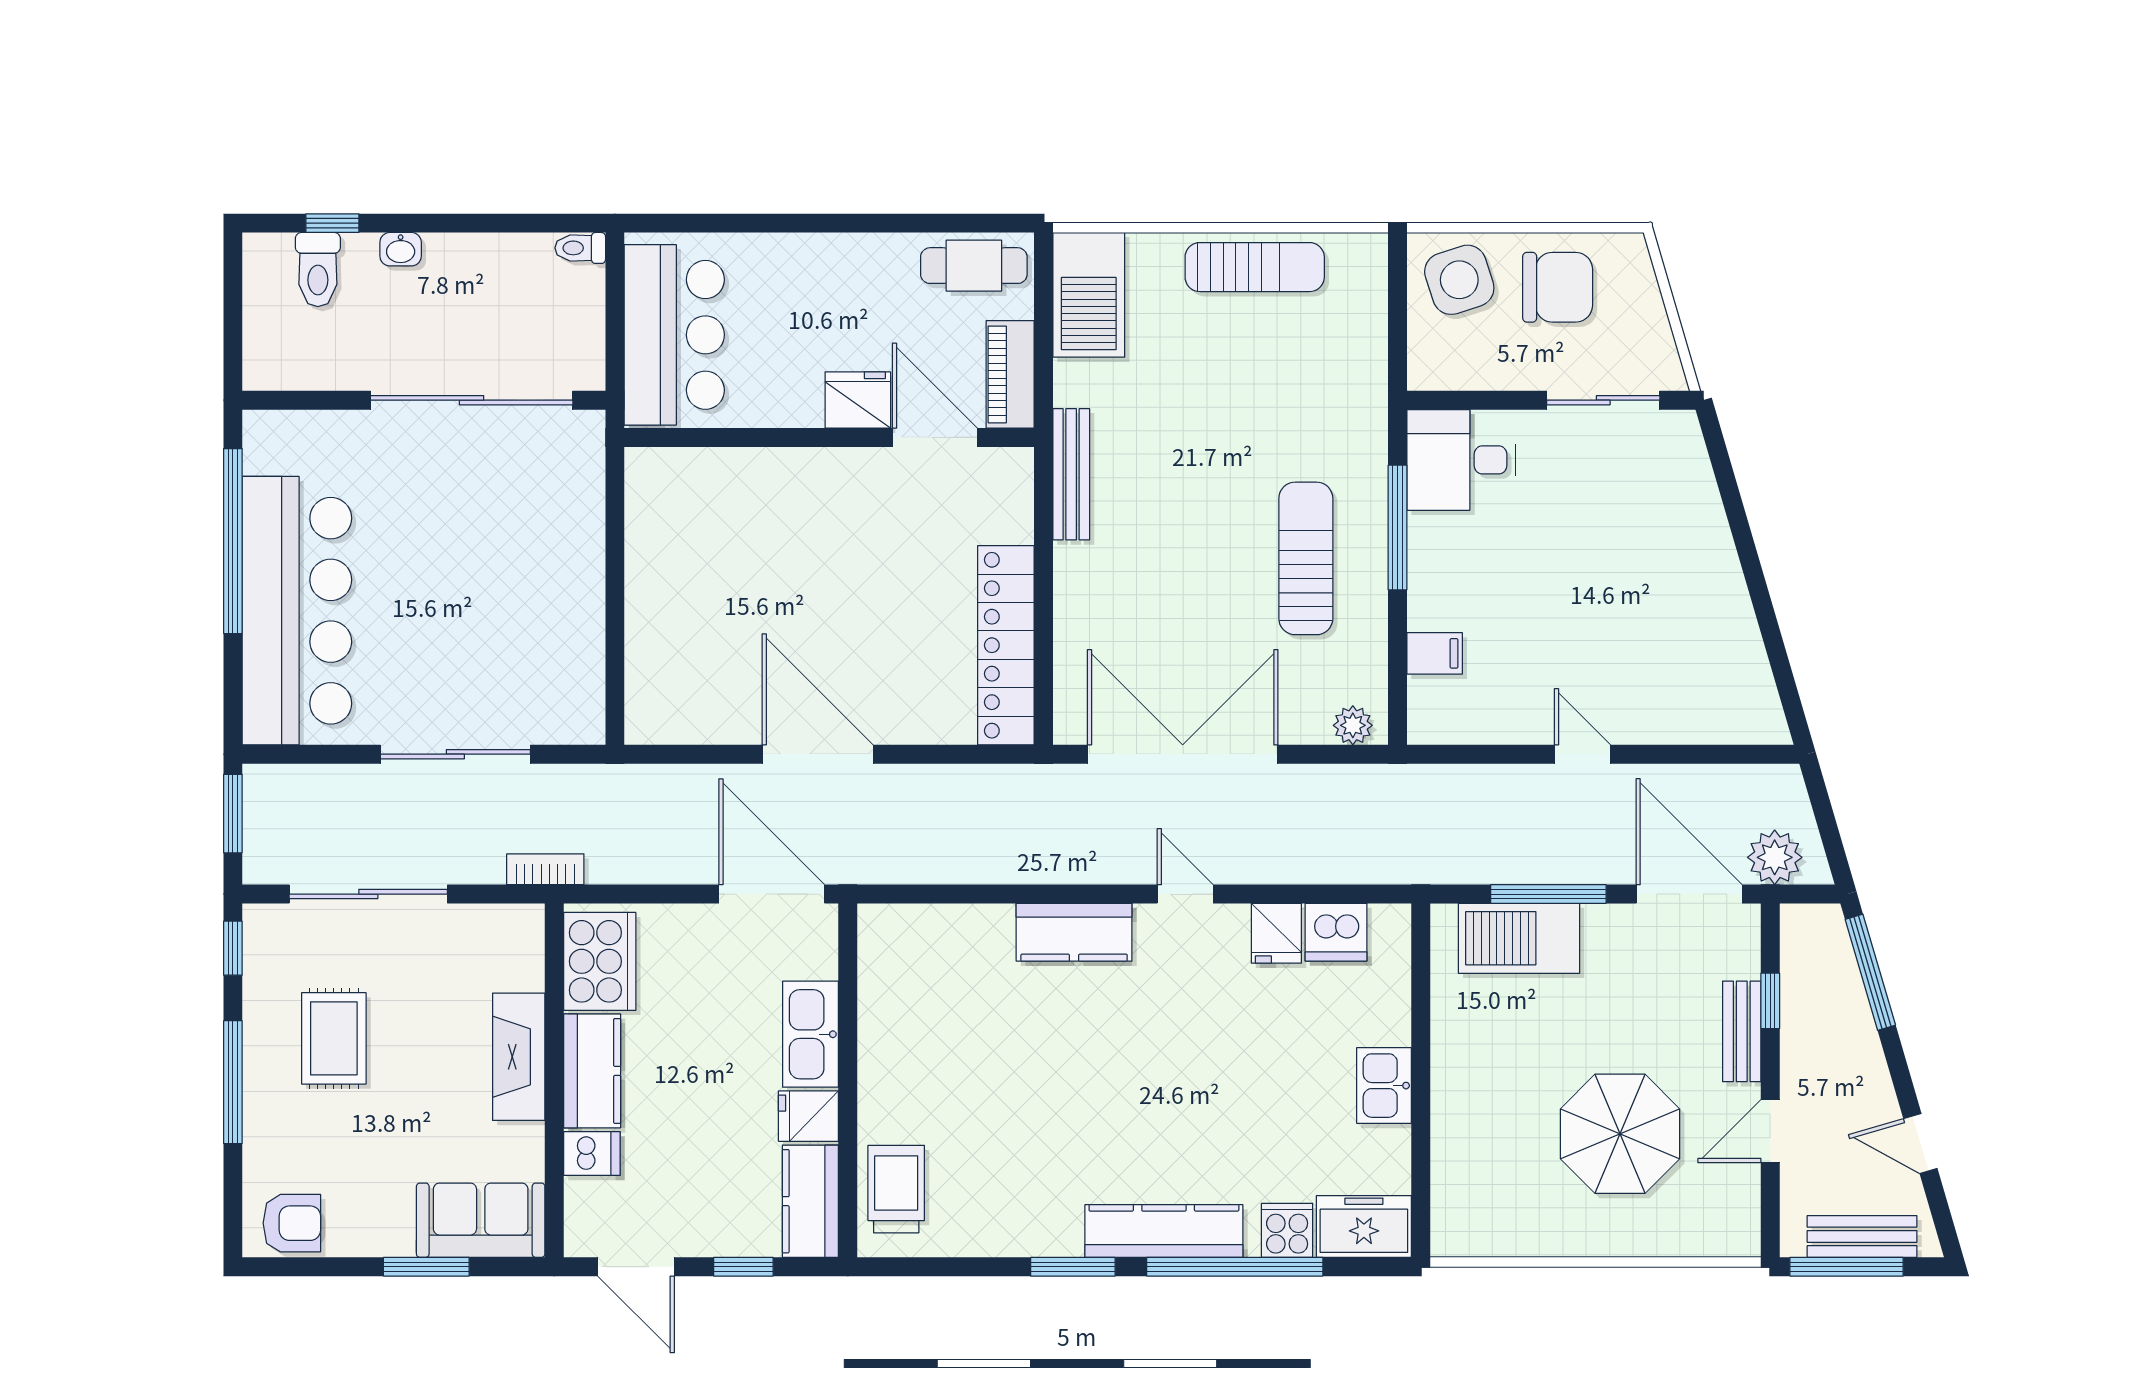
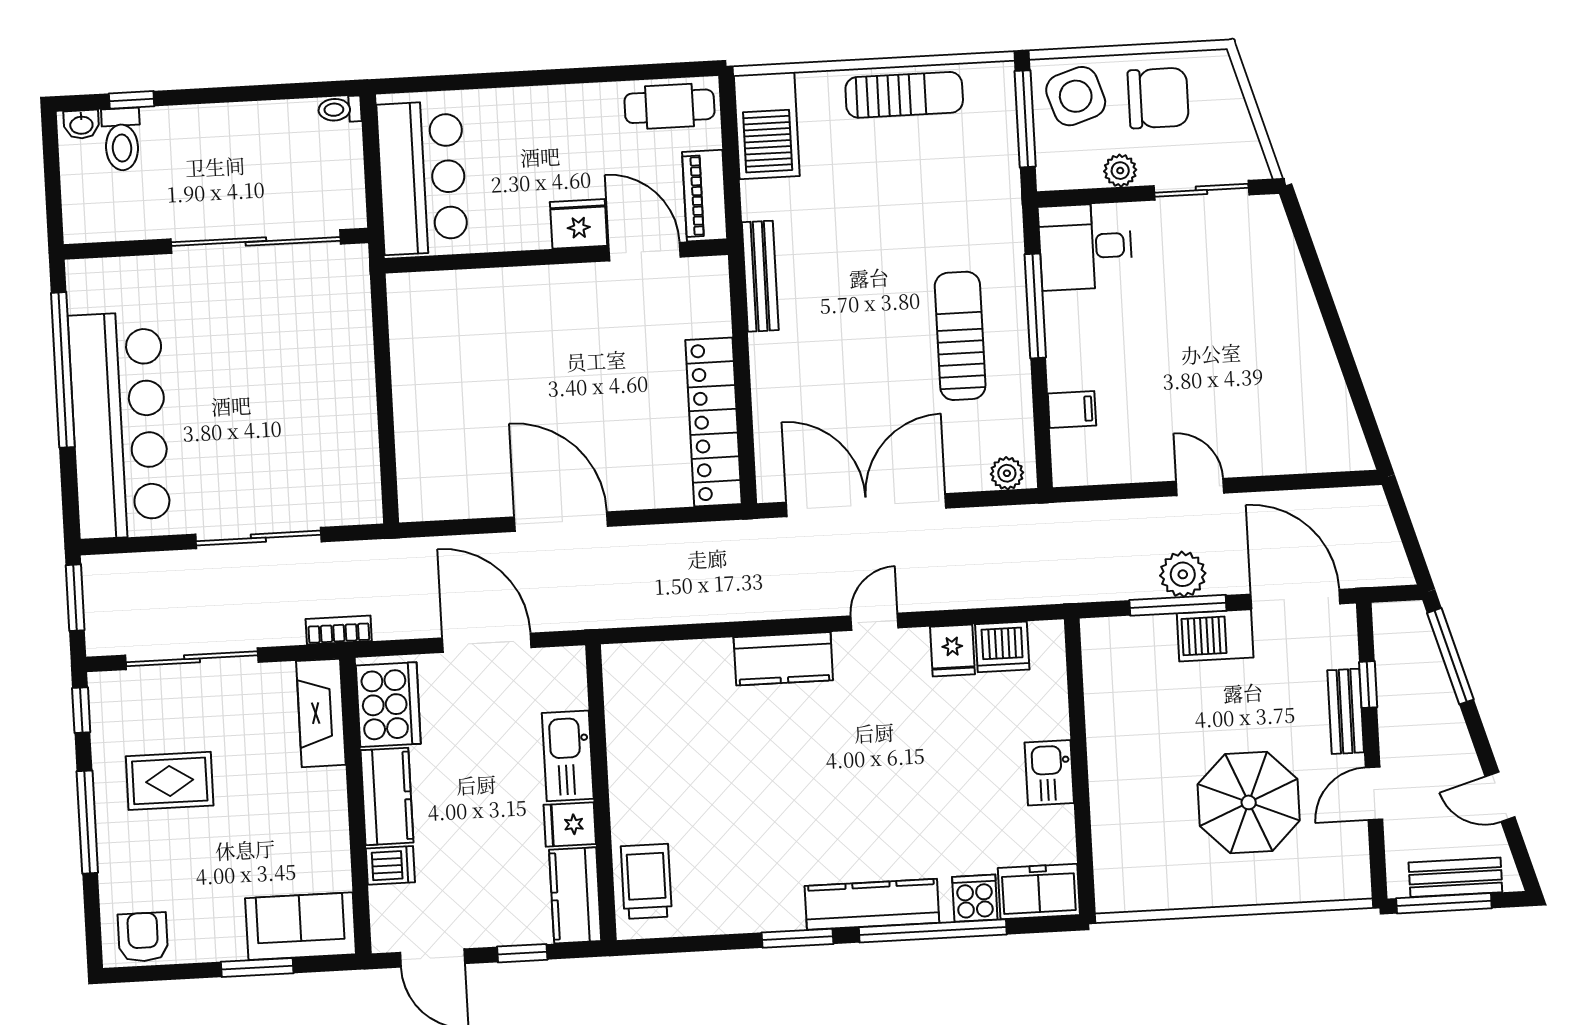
washbasin: (401, 249) -> (81, 124), moved
window: (1398, 304) -> (1025, 119), added
plant: (1508, 371) -> (1120, 171), added
plant: (1775, 857) -> (1183, 574), moved
door: (772, 894) -> (487, 643), moved
door: (1185, 894) -> (874, 622), hinge flipped
barbecue: (1519, 938) -> (1215, 635), moved, width x0.73, depth x0.83
rug: (334, 1038) -> (170, 781), turned 90
fireplace: (519, 1057) -> (321, 713), moved
armchair: (292, 1223) -> (143, 937), turned -90

